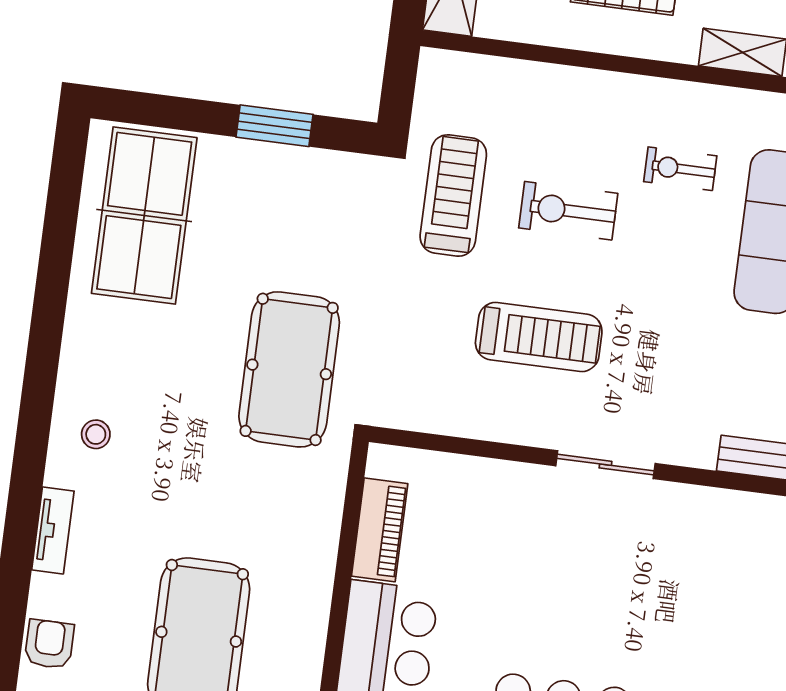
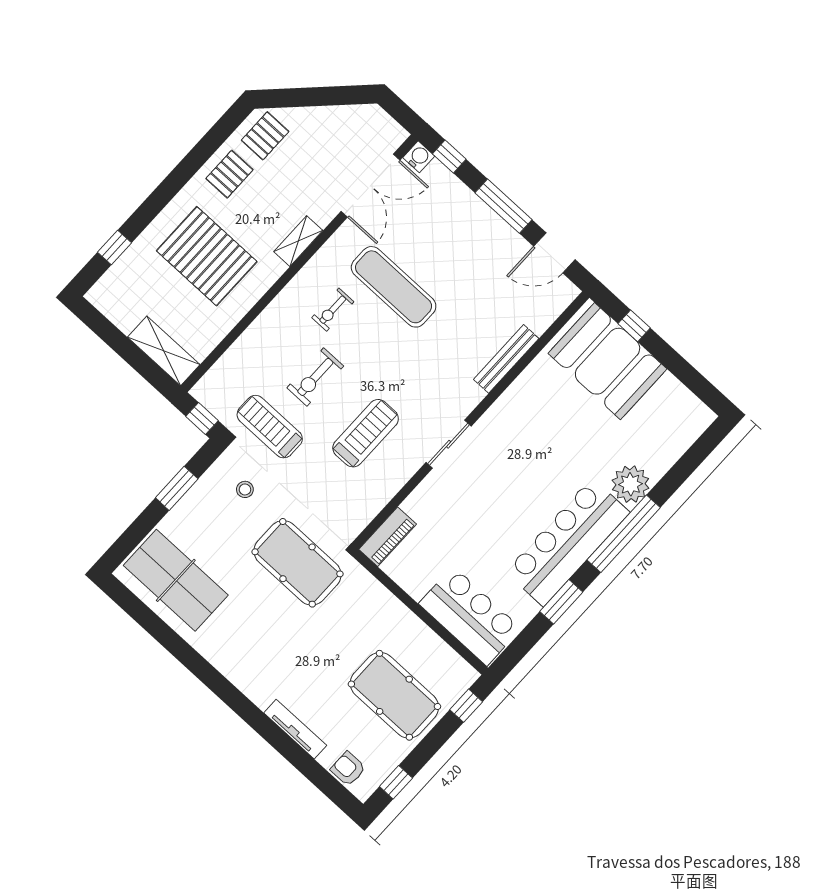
window: (398, 92) -> (202, 418), added
stool: (96, 434) -> (245, 489), moved
piano: (380, 530) -> (388, 537), moved, turned 90
tv unit: (53, 531) -> (295, 729), width x1.41

